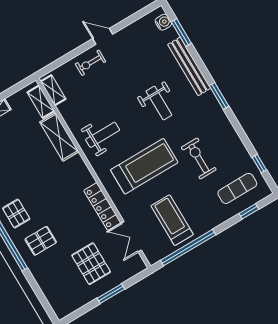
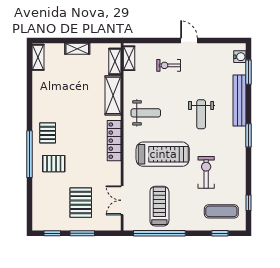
exercise bike: (90, 63) -> (169, 65), moved
locker: (102, 206) -> (114, 141), moved
window: (81, 312) -> (52, 233), added

